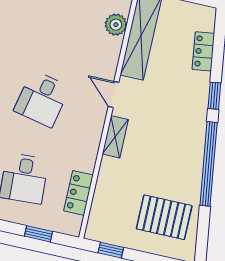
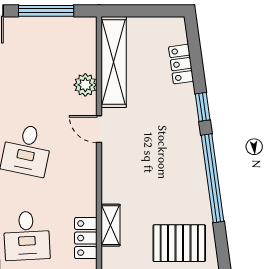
plant: (116, 25) -> (85, 85), moved
shelving: (115, 137) -> (111, 225), moved

